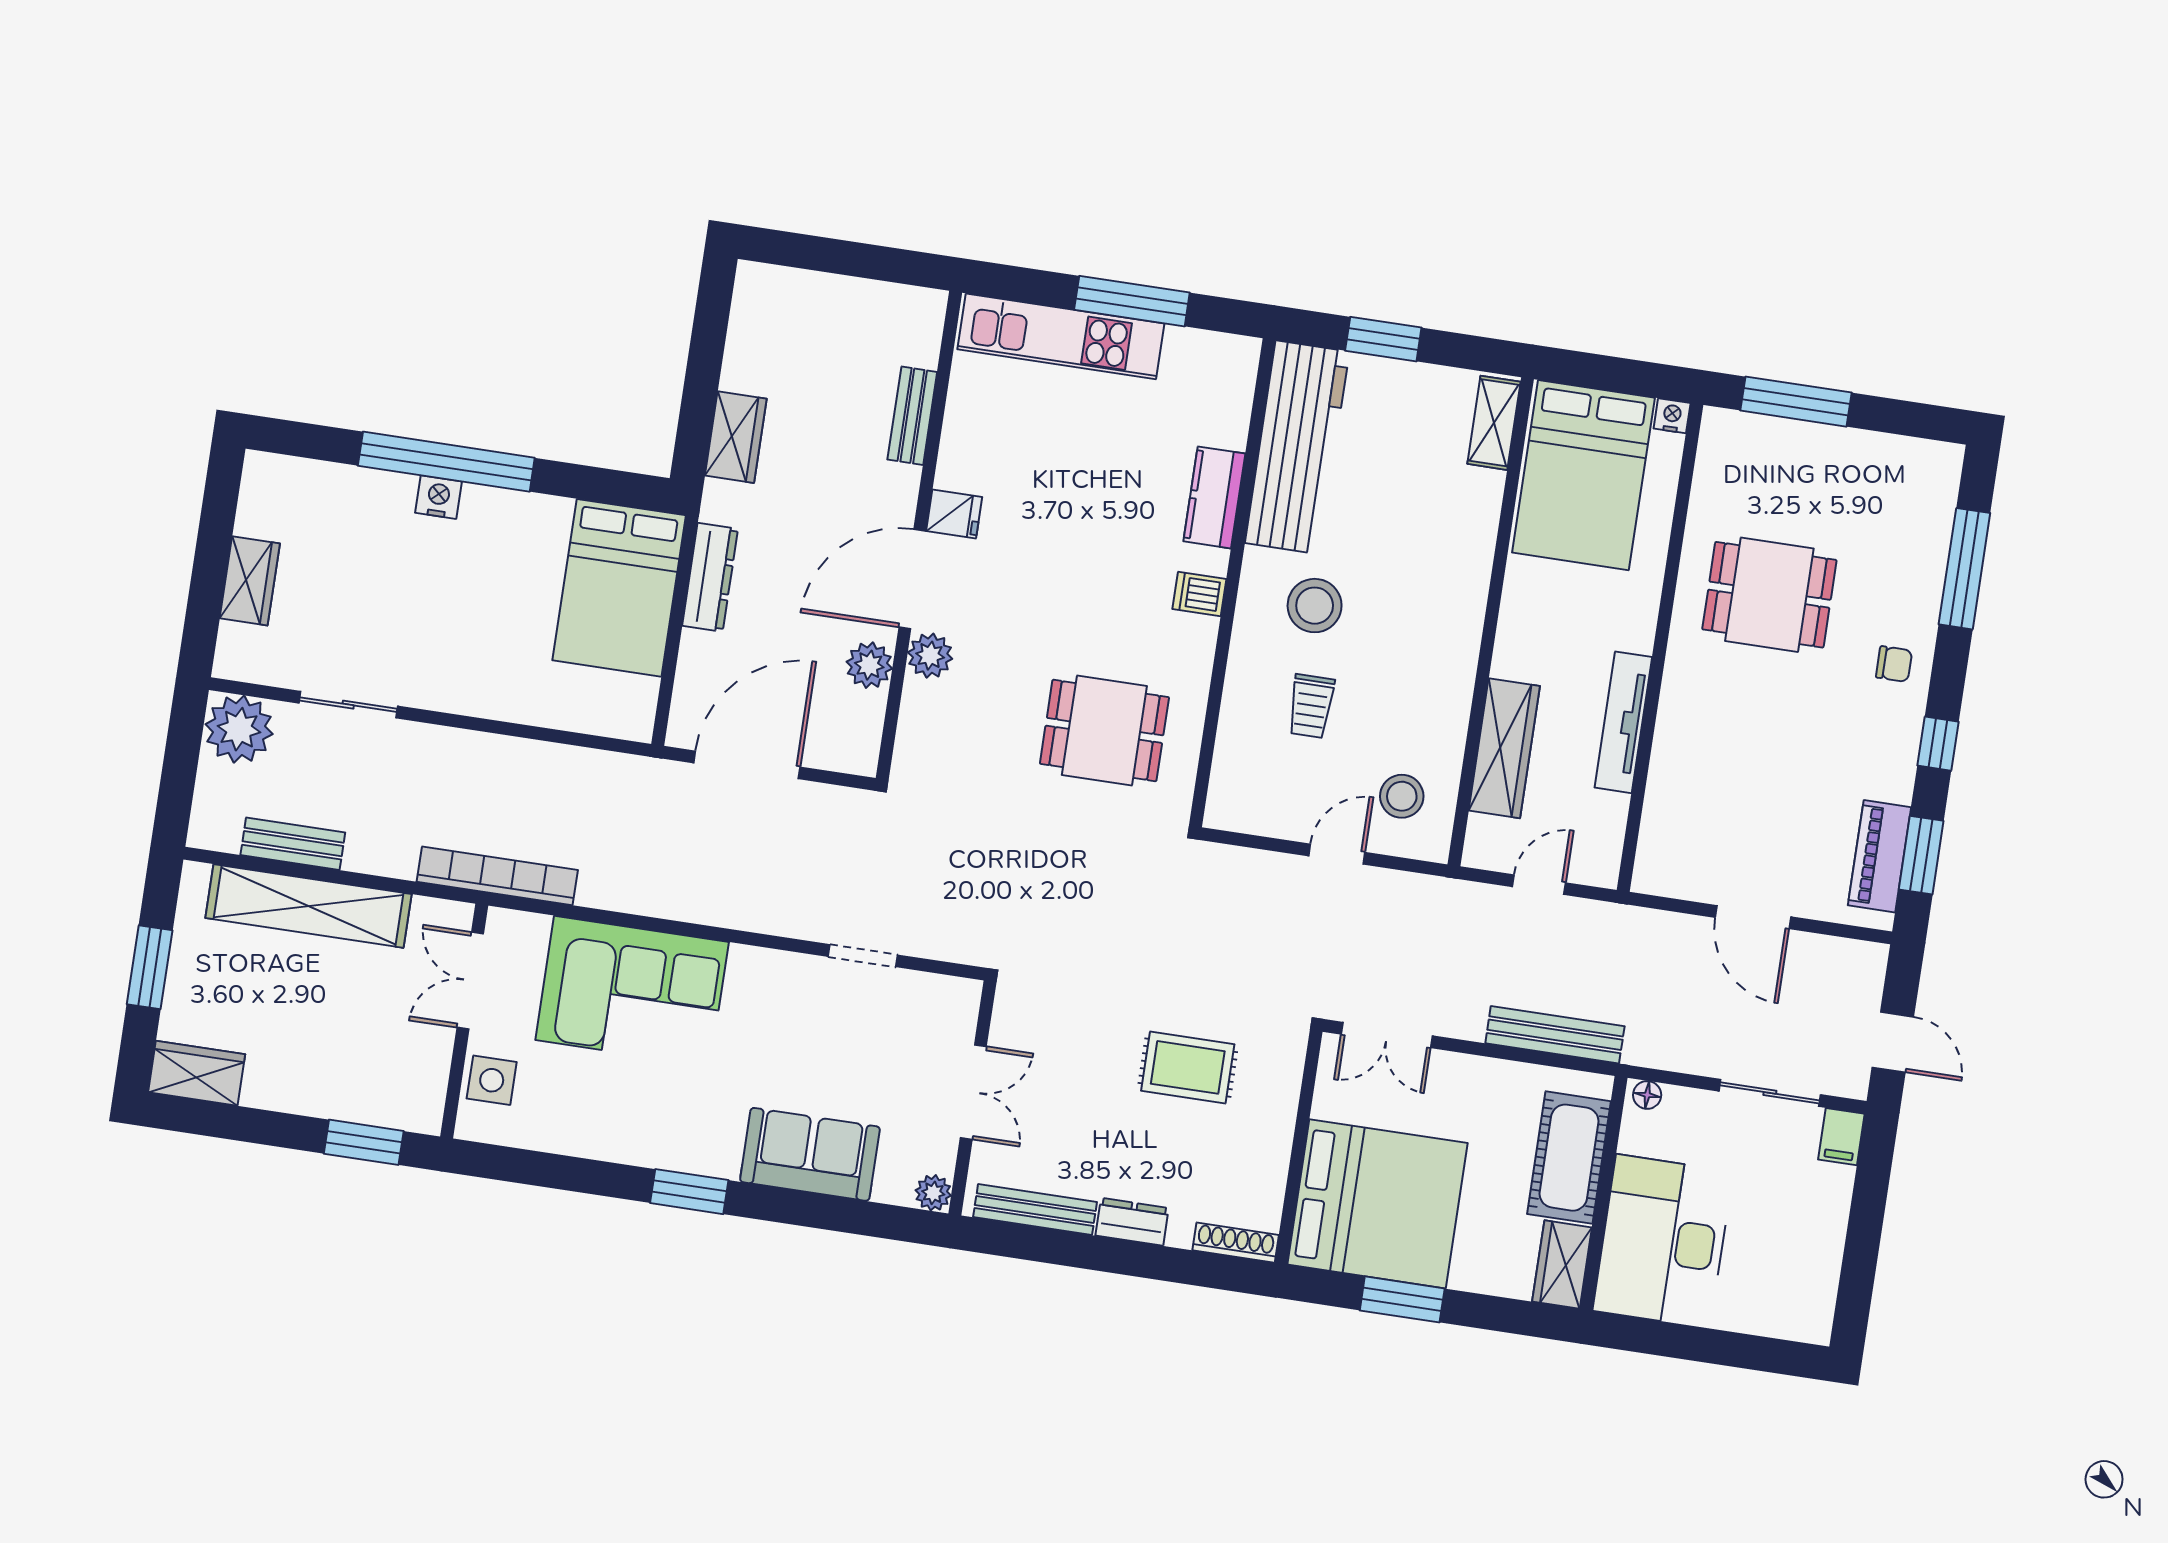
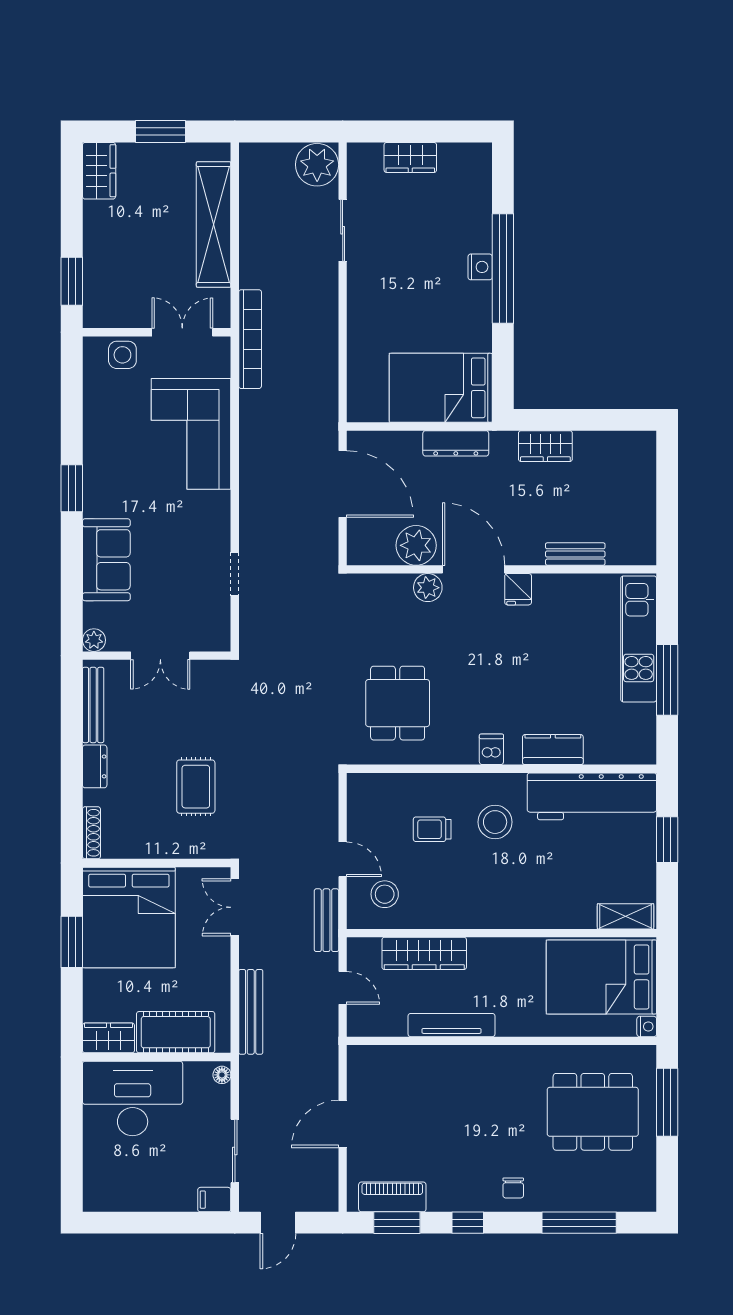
dining table: (1769, 595) -> (593, 1112), moved, width x1.38
plant: (869, 665) -> (416, 545), width x1.36, depth x1.36
bench: (293, 844) -> (326, 920), moved

